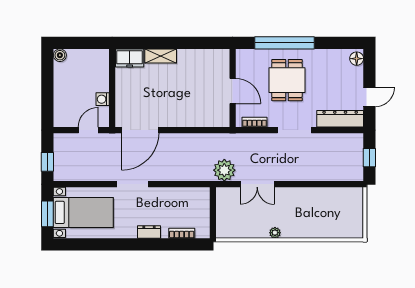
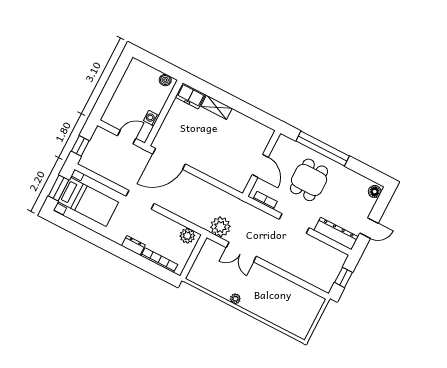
boiler: (60, 55) -> (165, 80), moved
plant: (197, 196) -> (187, 236), added
bookcase: (182, 233) -> (159, 260), width x1.56

